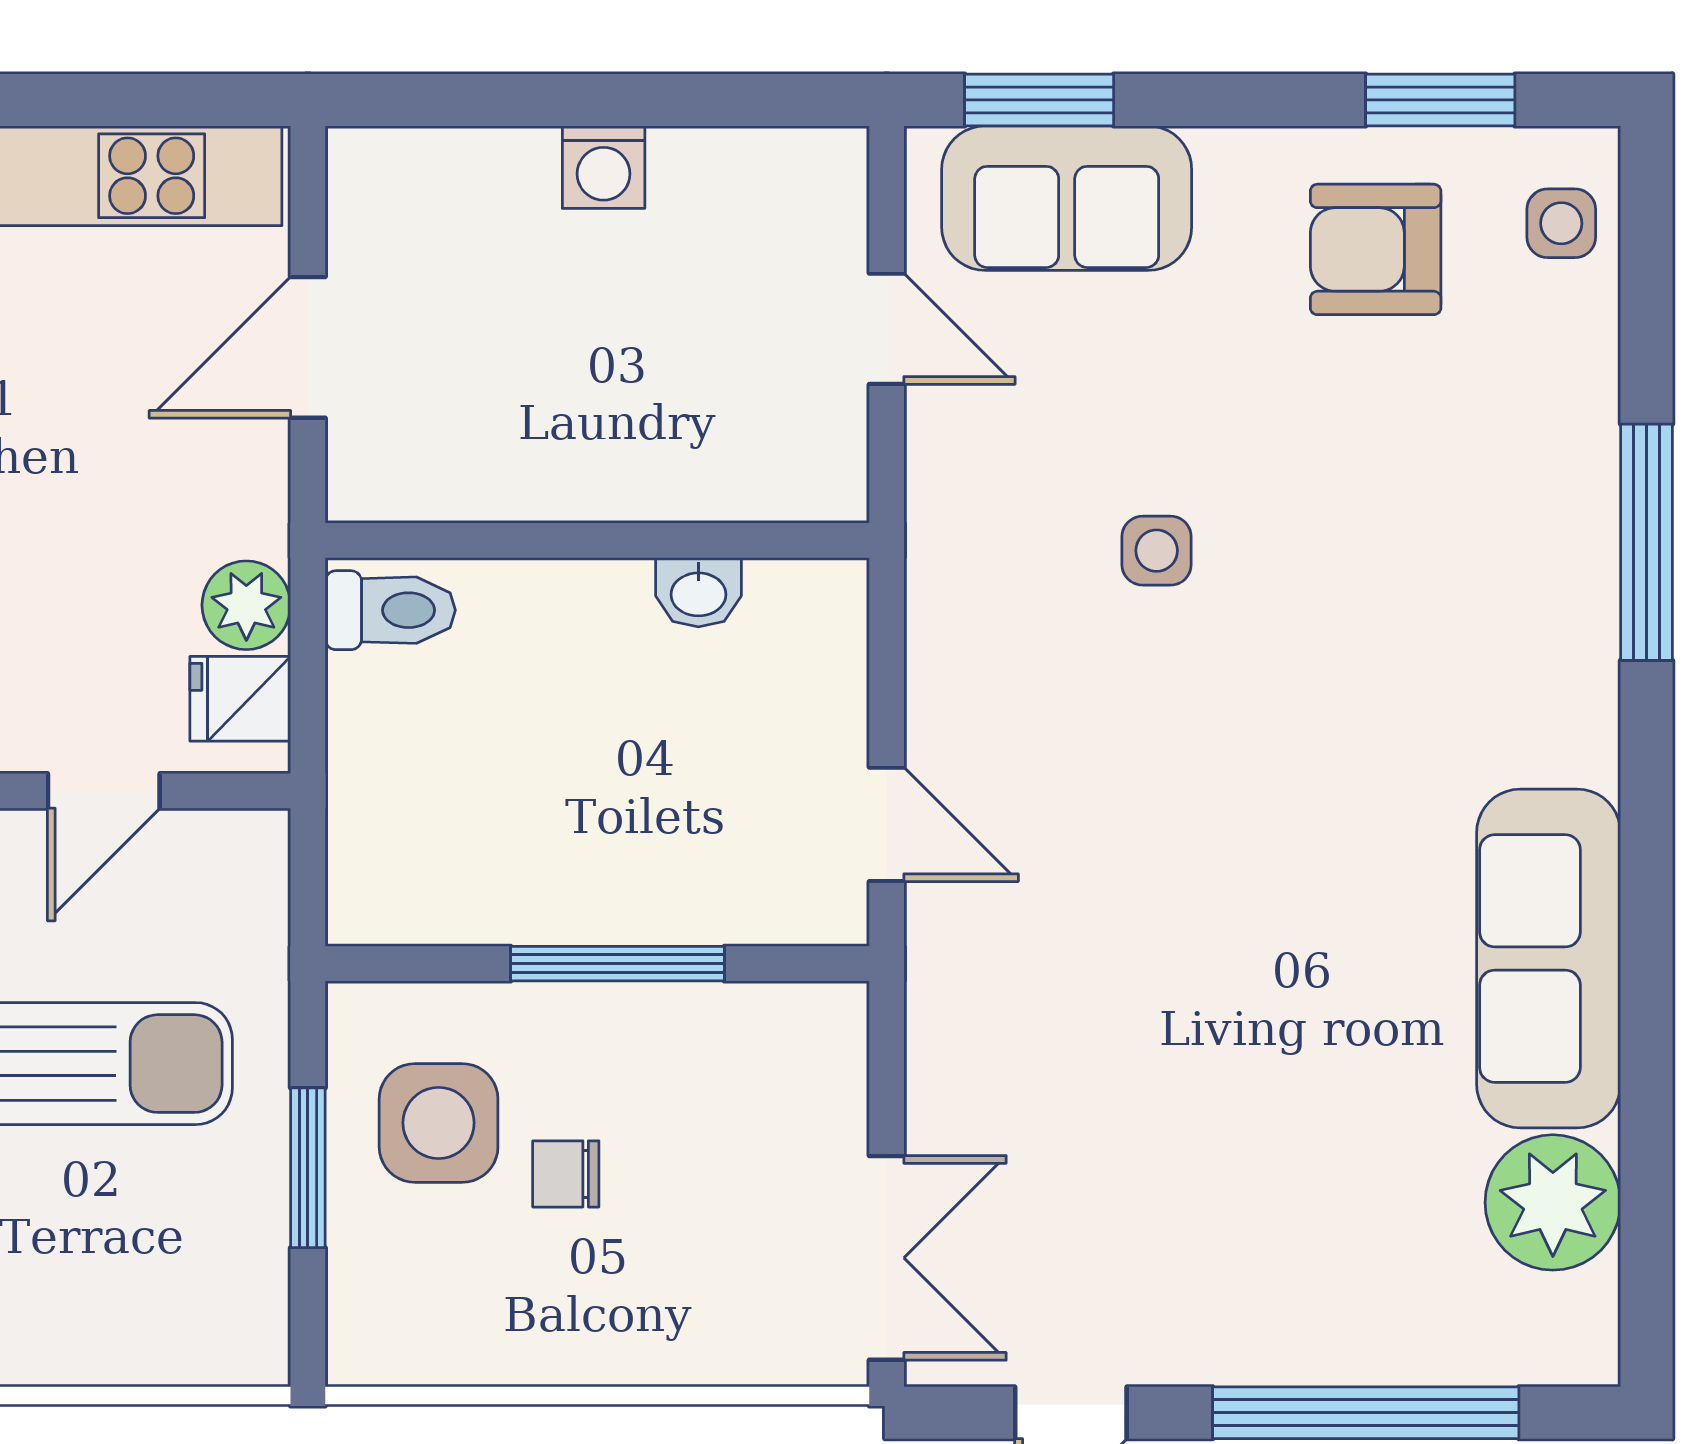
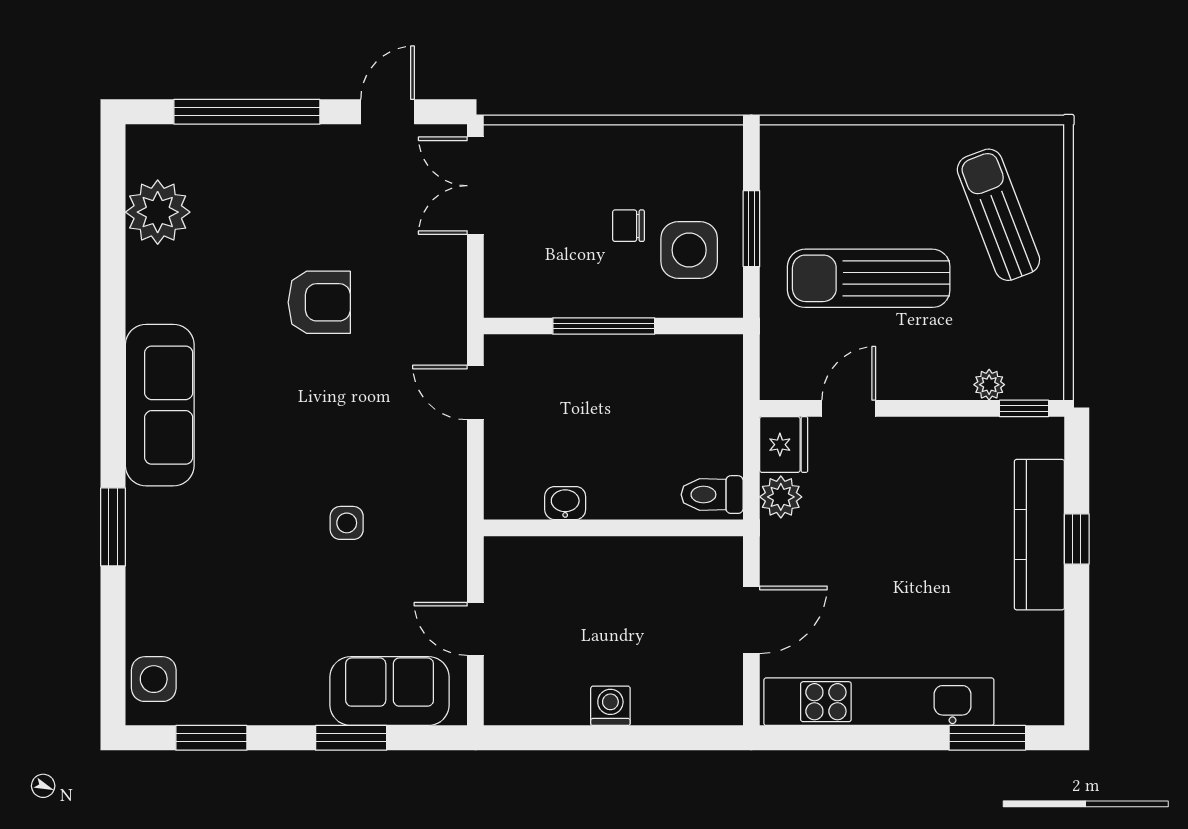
window: (1039, 100) -> (351, 738), moved
side table: (1561, 223) -> (154, 679), width x1.37, depth x1.37
armchair: (1376, 249) -> (319, 302), moved
window: (1647, 542) -> (113, 527), width x0.69
fridge: (240, 699) -> (784, 445), width x1.38
sofa: (1549, 959) -> (160, 405), moved
chair: (566, 1174) -> (628, 226), turned 180

